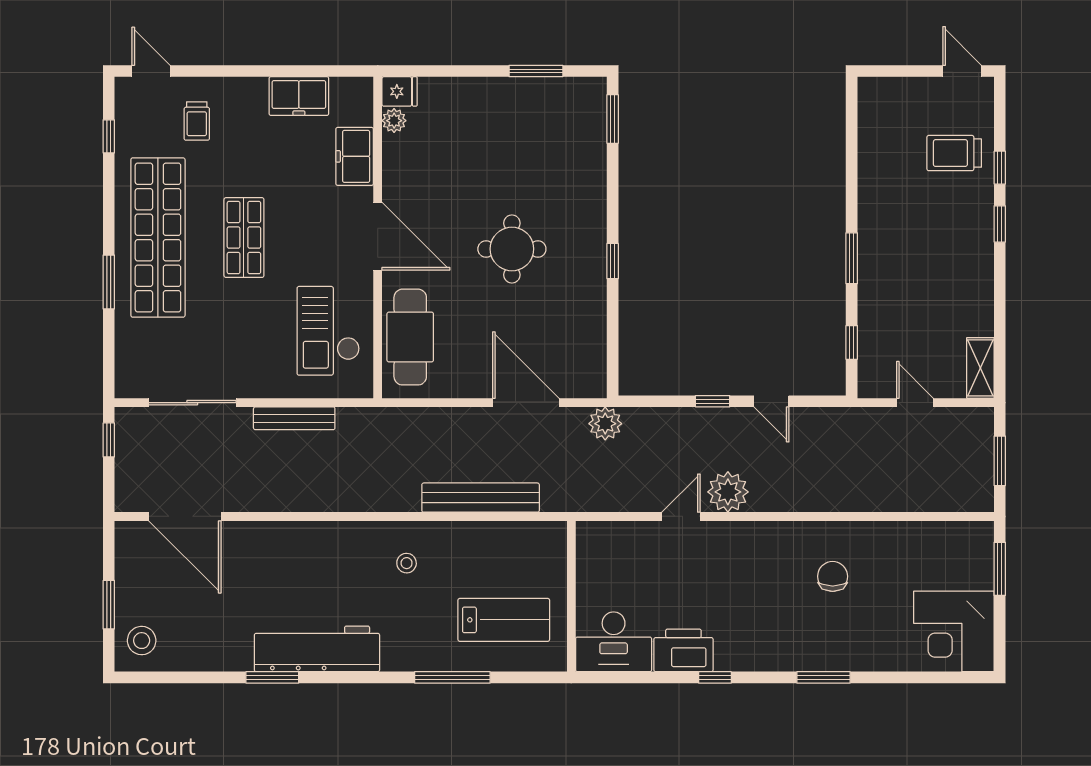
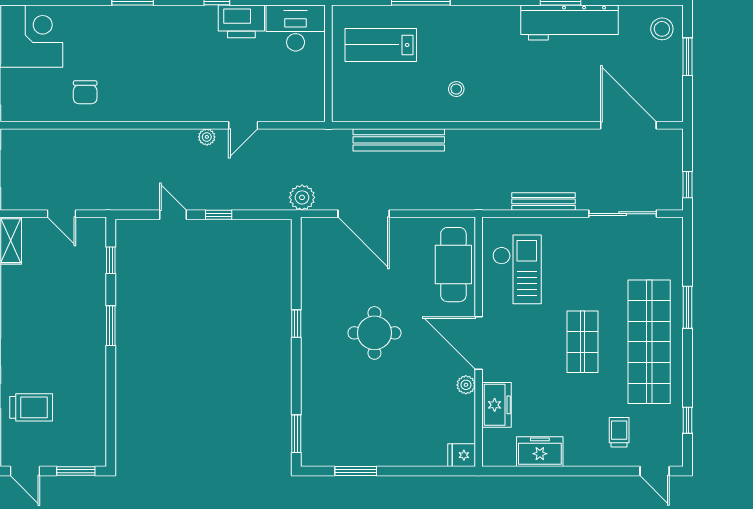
window: (897, 71) -> (76, 471), added
plant: (394, 121) -> (466, 385), moved
plant: (728, 492) -> (207, 137), width x0.53, depth x0.53
chair: (833, 576) -> (85, 92), moved
workbench: (317, 649) -> (569, 22), moved

